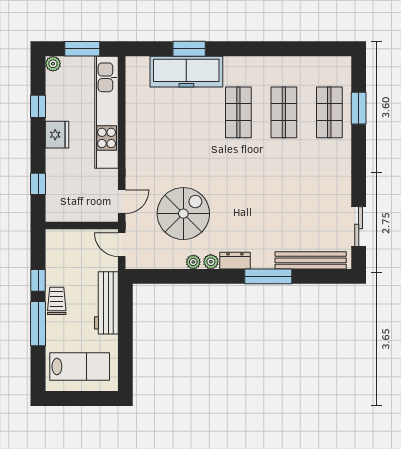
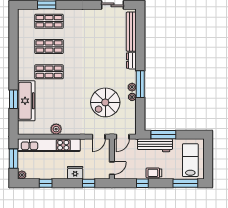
plant: (135, 125) -> (56, 129), added
fridge: (57, 135) -> (75, 173), moved
door: (122, 202) -> (99, 137), swing flipped
spiral stairs: (183, 214) -> (105, 102), turned -90
door: (65, 225) -> (112, 168), added
dresser: (235, 261) -> (131, 61), moved
window: (268, 276) -> (140, 84), moved
window: (125, 318) -> (163, 135), added
window: (38, 324) -> (185, 183), moved

